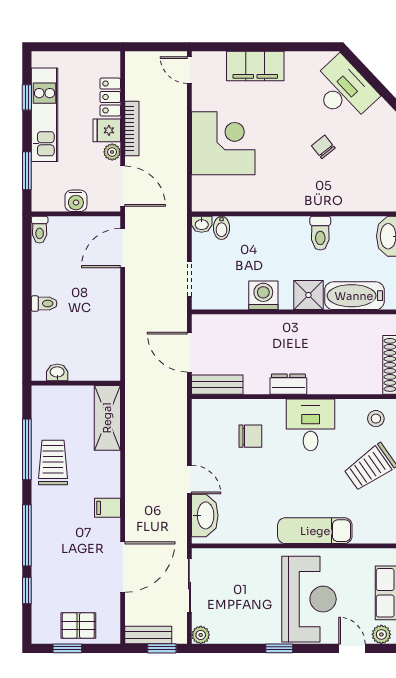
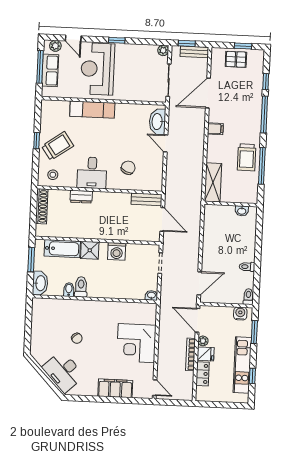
water cooler: (76, 201) -> (240, 313), moved
bidet: (222, 228) -> (69, 290), moved
toilet: (44, 304) -> (247, 267), moved
dresser: (288, 384) -> (81, 197), moved
chair: (250, 436) -> (128, 168), turned 114

